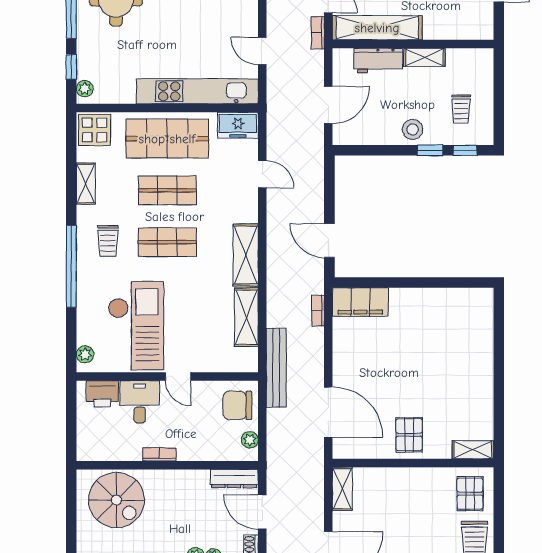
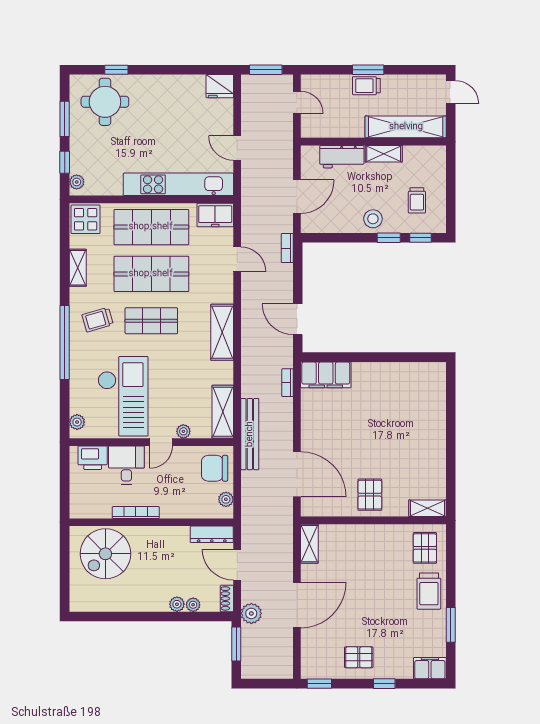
shelving: (377, 28) -> (406, 127), moved
bookcase: (318, 33) -> (287, 248), moved
shop shelf: (167, 190) -> (151, 274), width x1.43, depth x1.36
trolley: (108, 241) -> (98, 320), turned 74
shelving: (246, 317) -> (223, 412), moved
plant: (203, 365) -> (183, 431), added
door: (178, 376) -> (161, 442), hinge flipped
bookcase: (159, 454) -> (136, 513), width x1.56
spiral stairs: (117, 500) -> (105, 554), turned 90

